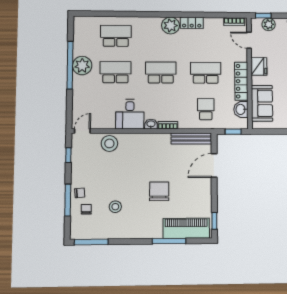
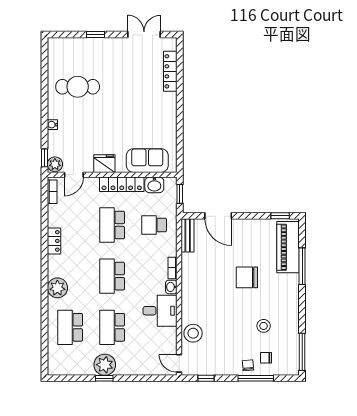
plant: (269, 24) -> (55, 164), moved
plant: (171, 25) -> (57, 288), moved
window: (70, 65) -> (104, 378), width x0.32
bench: (191, 138) -> (188, 235), width x0.73

